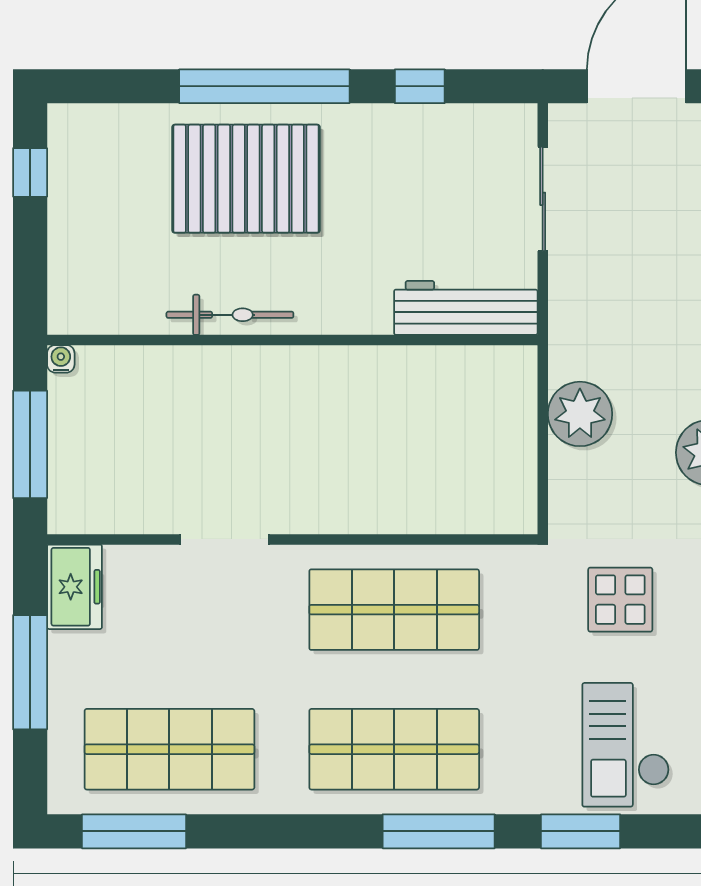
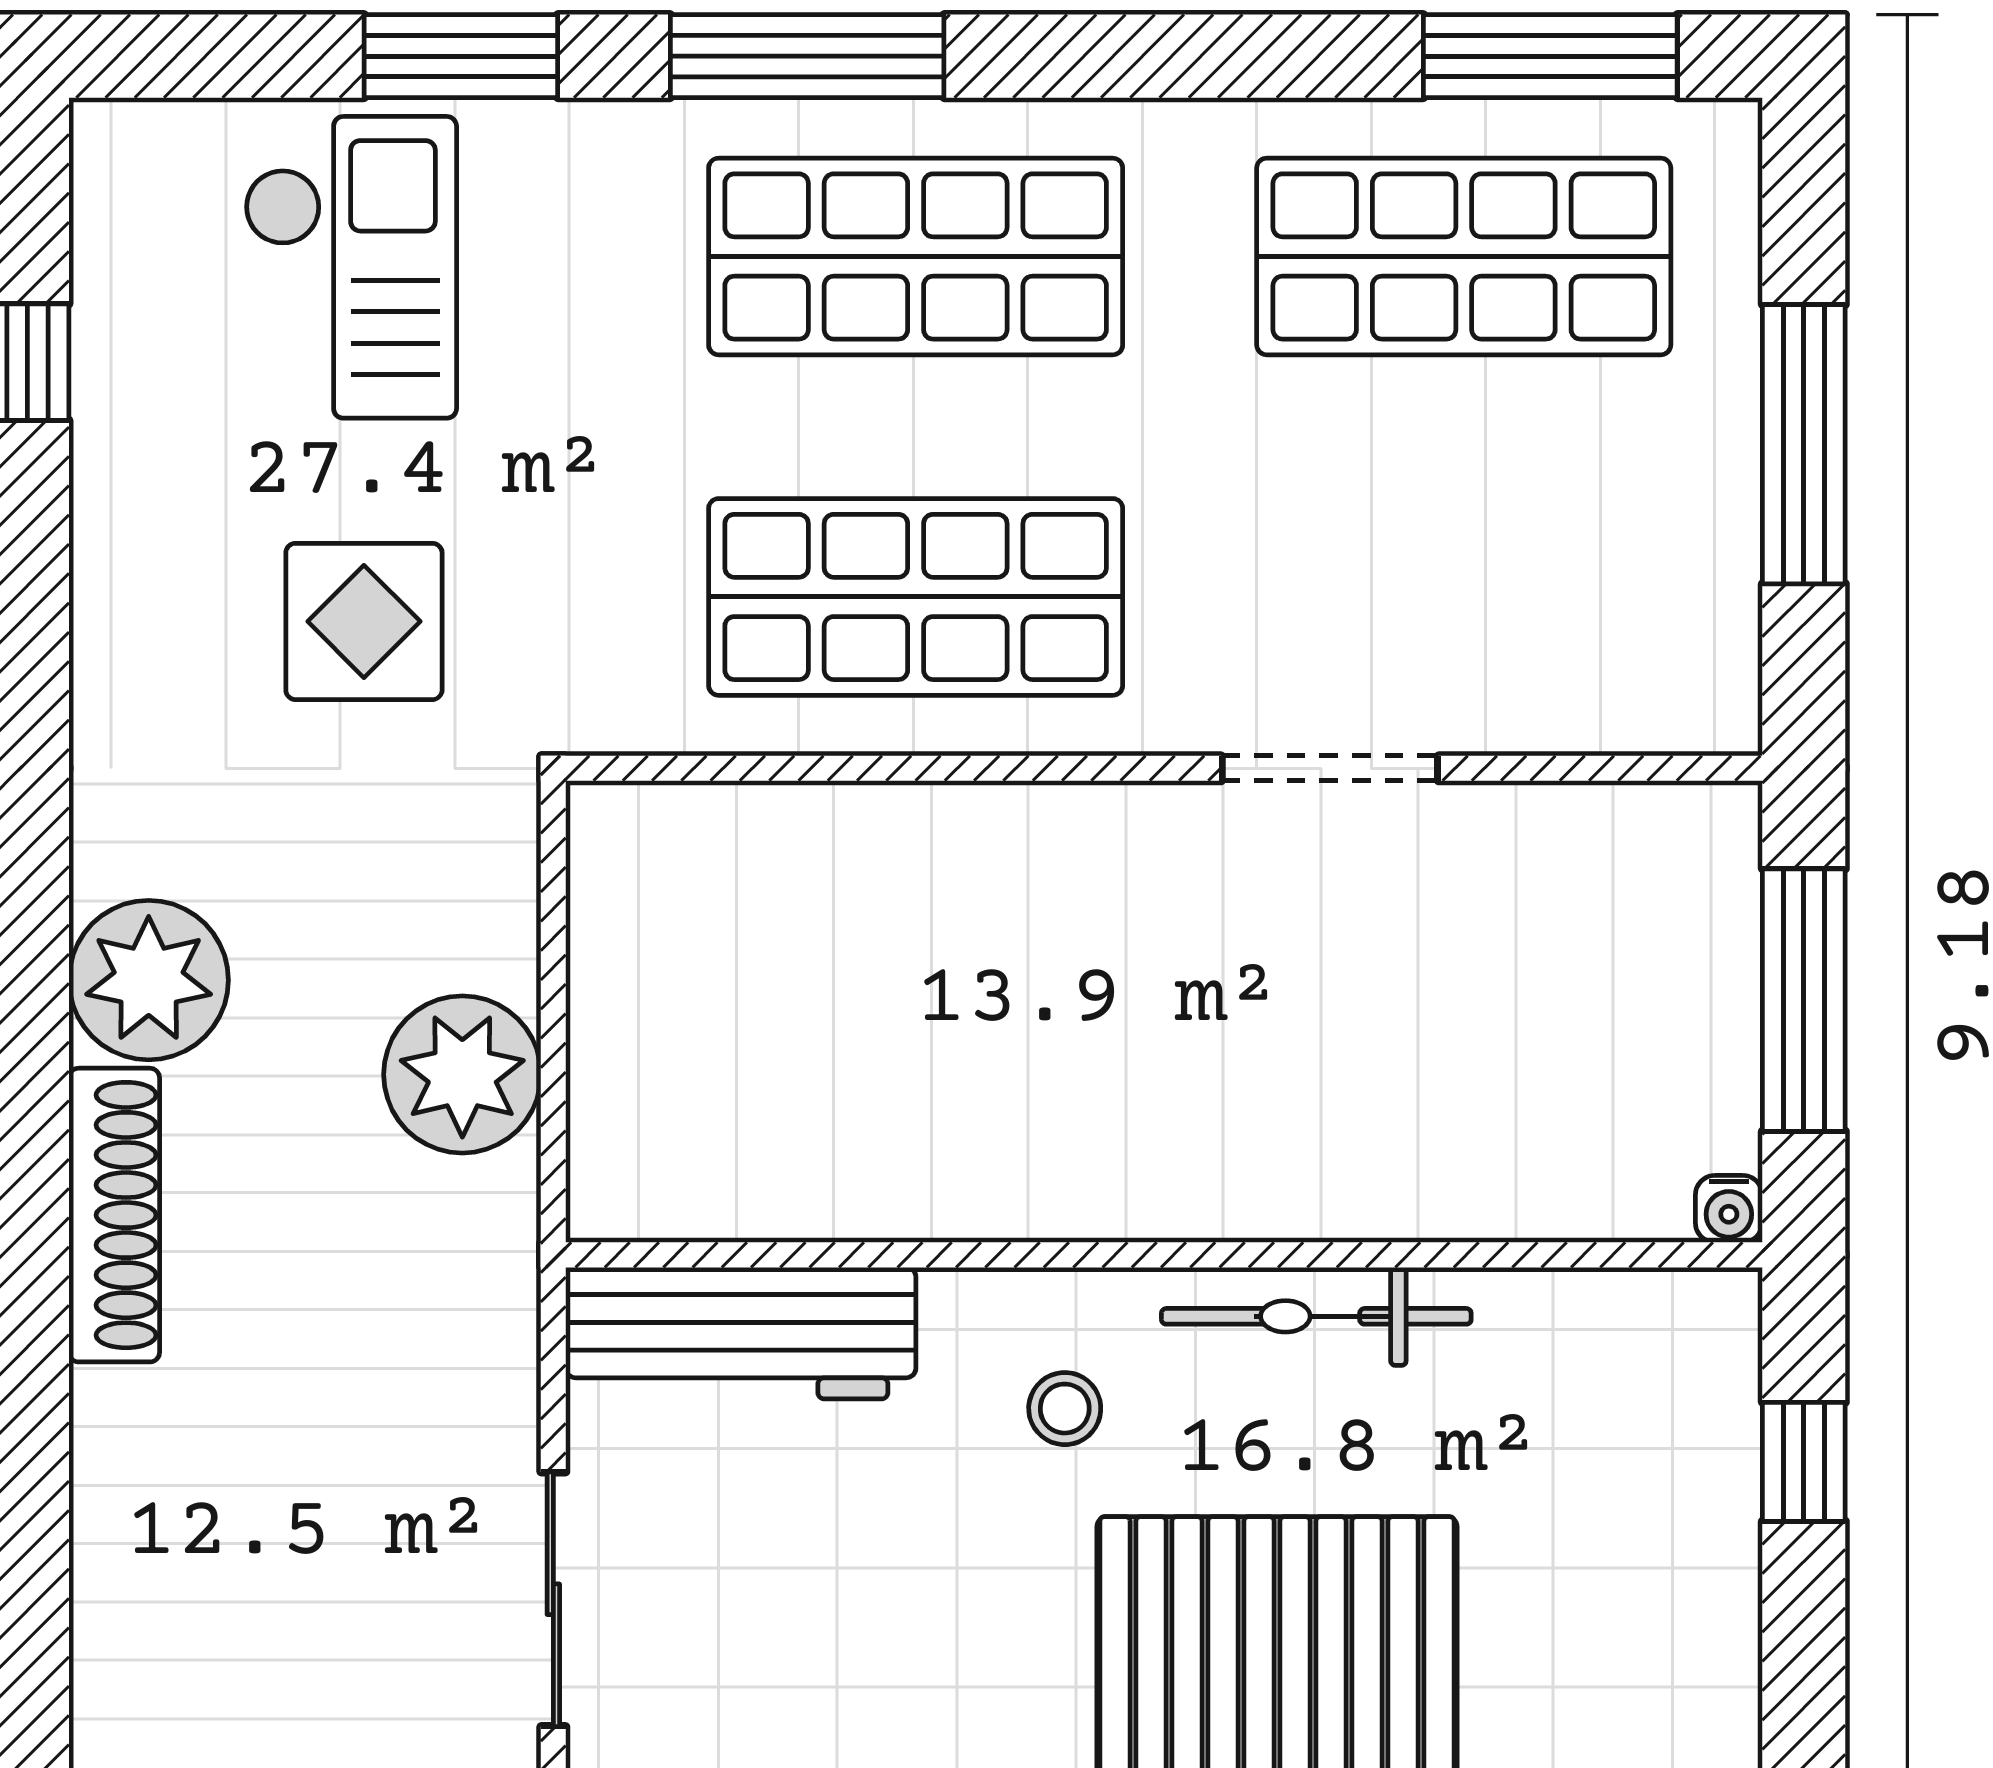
window: (30, 172) -> (1804, 1462), moved
stool: (333, 277) -> (1065, 1409), added
freezer: (75, 587) -> (1695, 653), removed

